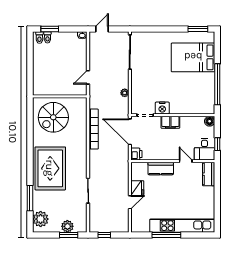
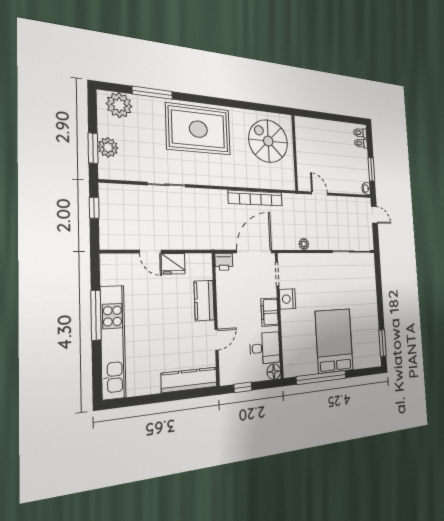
window: (50, 29) -> (371, 169), moved
bed: (193, 57) -> (334, 341), moved
desk: (205, 149) -> (265, 348), moved, turned 180
kitchen counter: (209, 174) -> (189, 380), width x1.50

